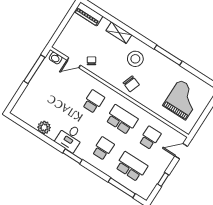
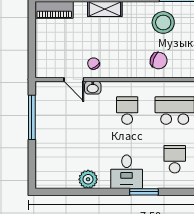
washbasin: (56, 58) -> (93, 88), moved
stool: (135, 59) -> (163, 22), moved
door: (74, 63) -> (74, 79), hinge flipped

